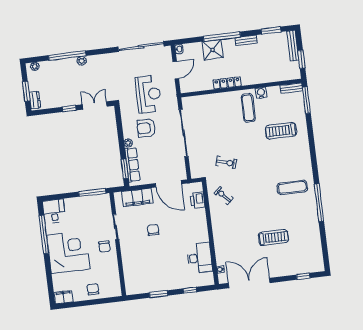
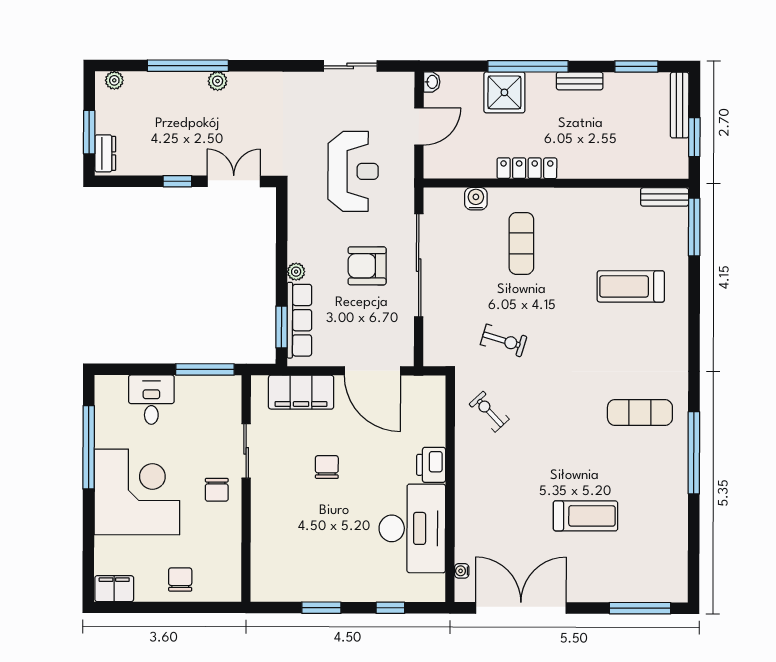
sliding door: (141, 46) -> (350, 66), width x0.54
water cooler: (261, 93) -> (476, 199), moved
exercise mat: (248, 108) -> (521, 243), moved
armchair: (146, 128) -> (367, 266), moved
printer: (198, 200) -> (431, 465), moved
desk: (54, 211) -> (151, 400), moved
desk: (200, 258) -> (412, 528), width x1.36, depth x1.30
window: (303, 276) -> (640, 608), width x2.17

